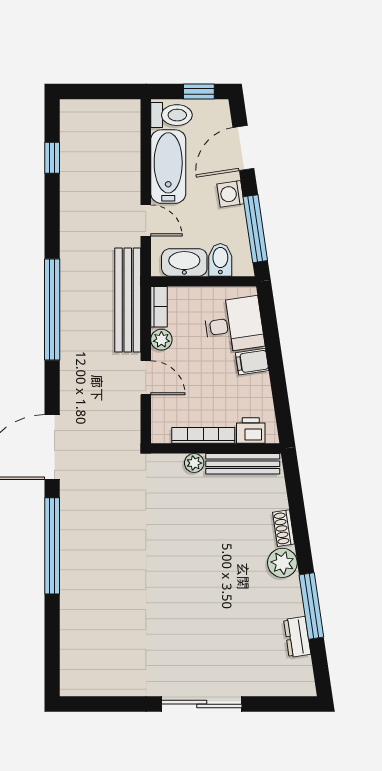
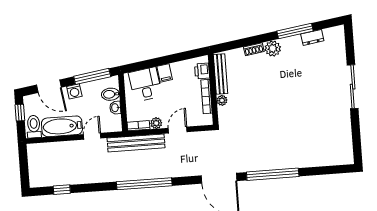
washbasin: (184, 262) -> (115, 108), width x0.52, depth x0.69

